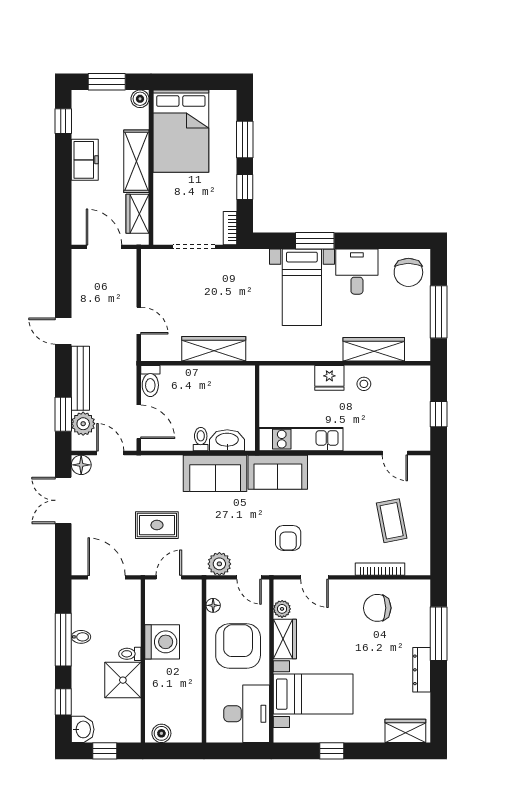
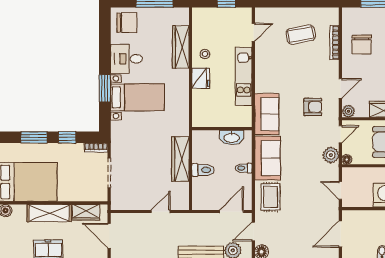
door: (104, 247) -> (109, 236), hinge flipped
toilet: (150, 381) -> (203, 170), moved
kitchen unit: (301, 439) -> (244, 76), moved
washbasin: (227, 440) -> (232, 138), moved, turned -90
rug: (157, 525) -> (270, 197), moved
floor lamp: (213, 605) -> (347, 159), moved
plant: (282, 609) -> (348, 111), moved

